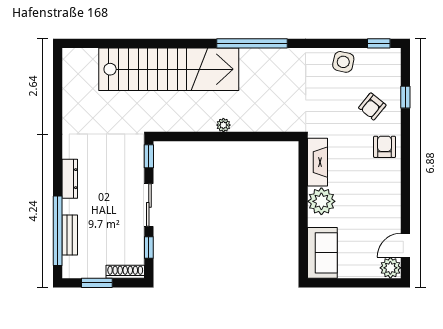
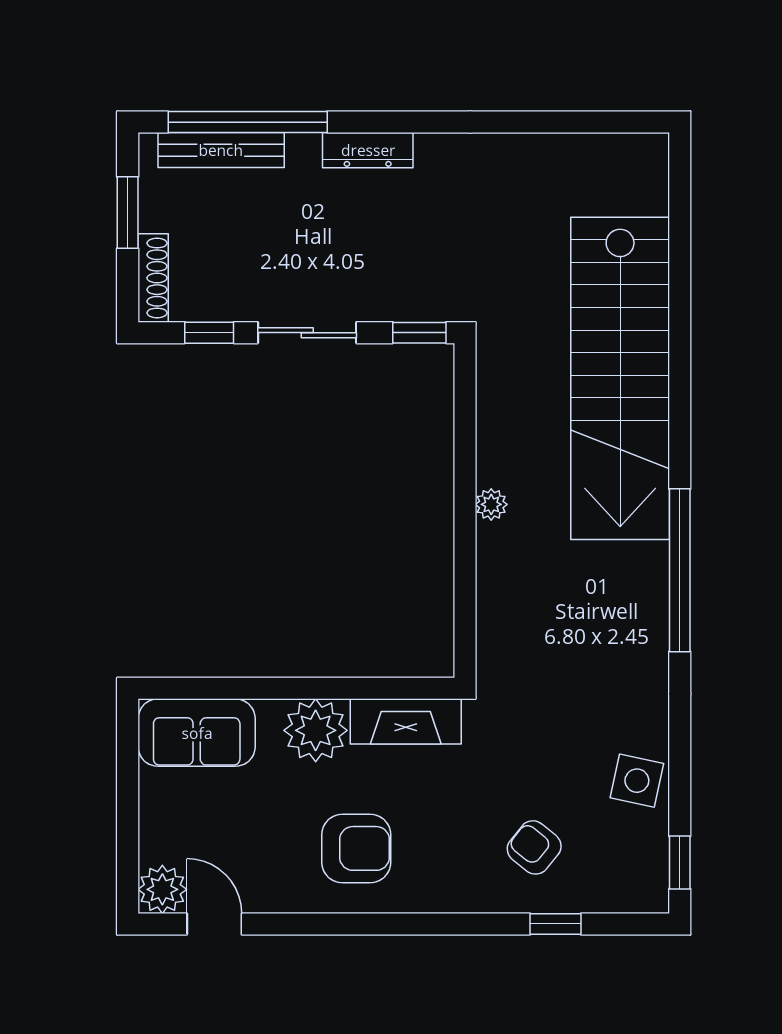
armchair: (385, 147) -> (356, 848), moved, width x1.38, depth x1.38
bench: (70, 235) -> (221, 150), width x1.36

